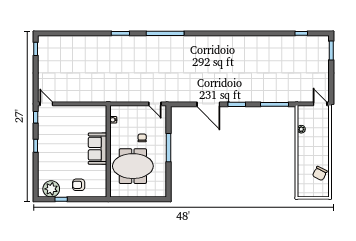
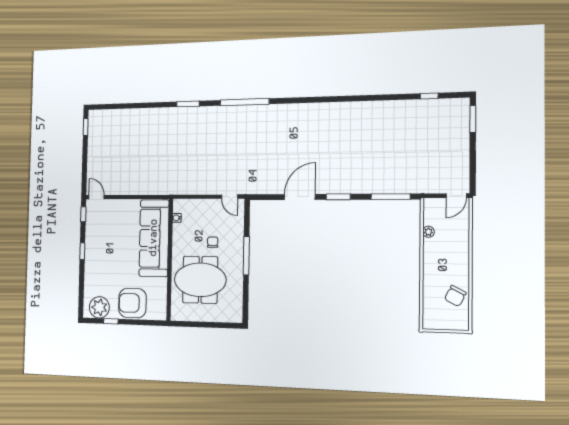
door: (208, 104) -> (300, 197), swing flipped
door: (320, 104) -> (456, 196), swing flipped
sofa: (98, 149) -> (154, 238), width x1.85, depth x1.27
armchair: (79, 185) -> (132, 303), width x1.88, depth x1.88

